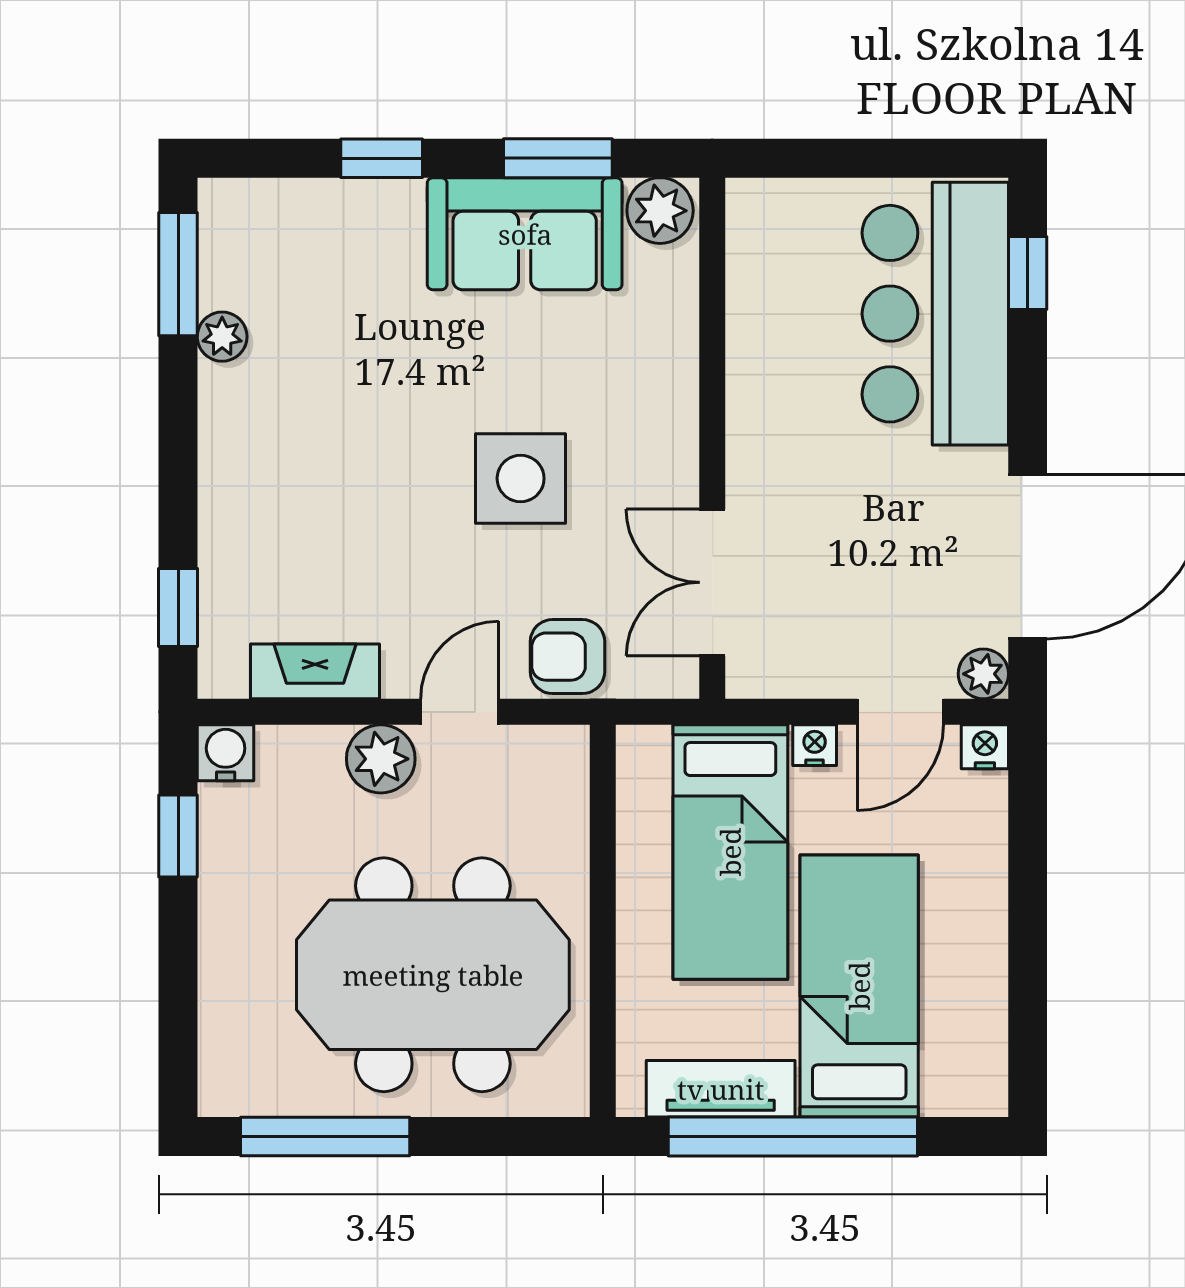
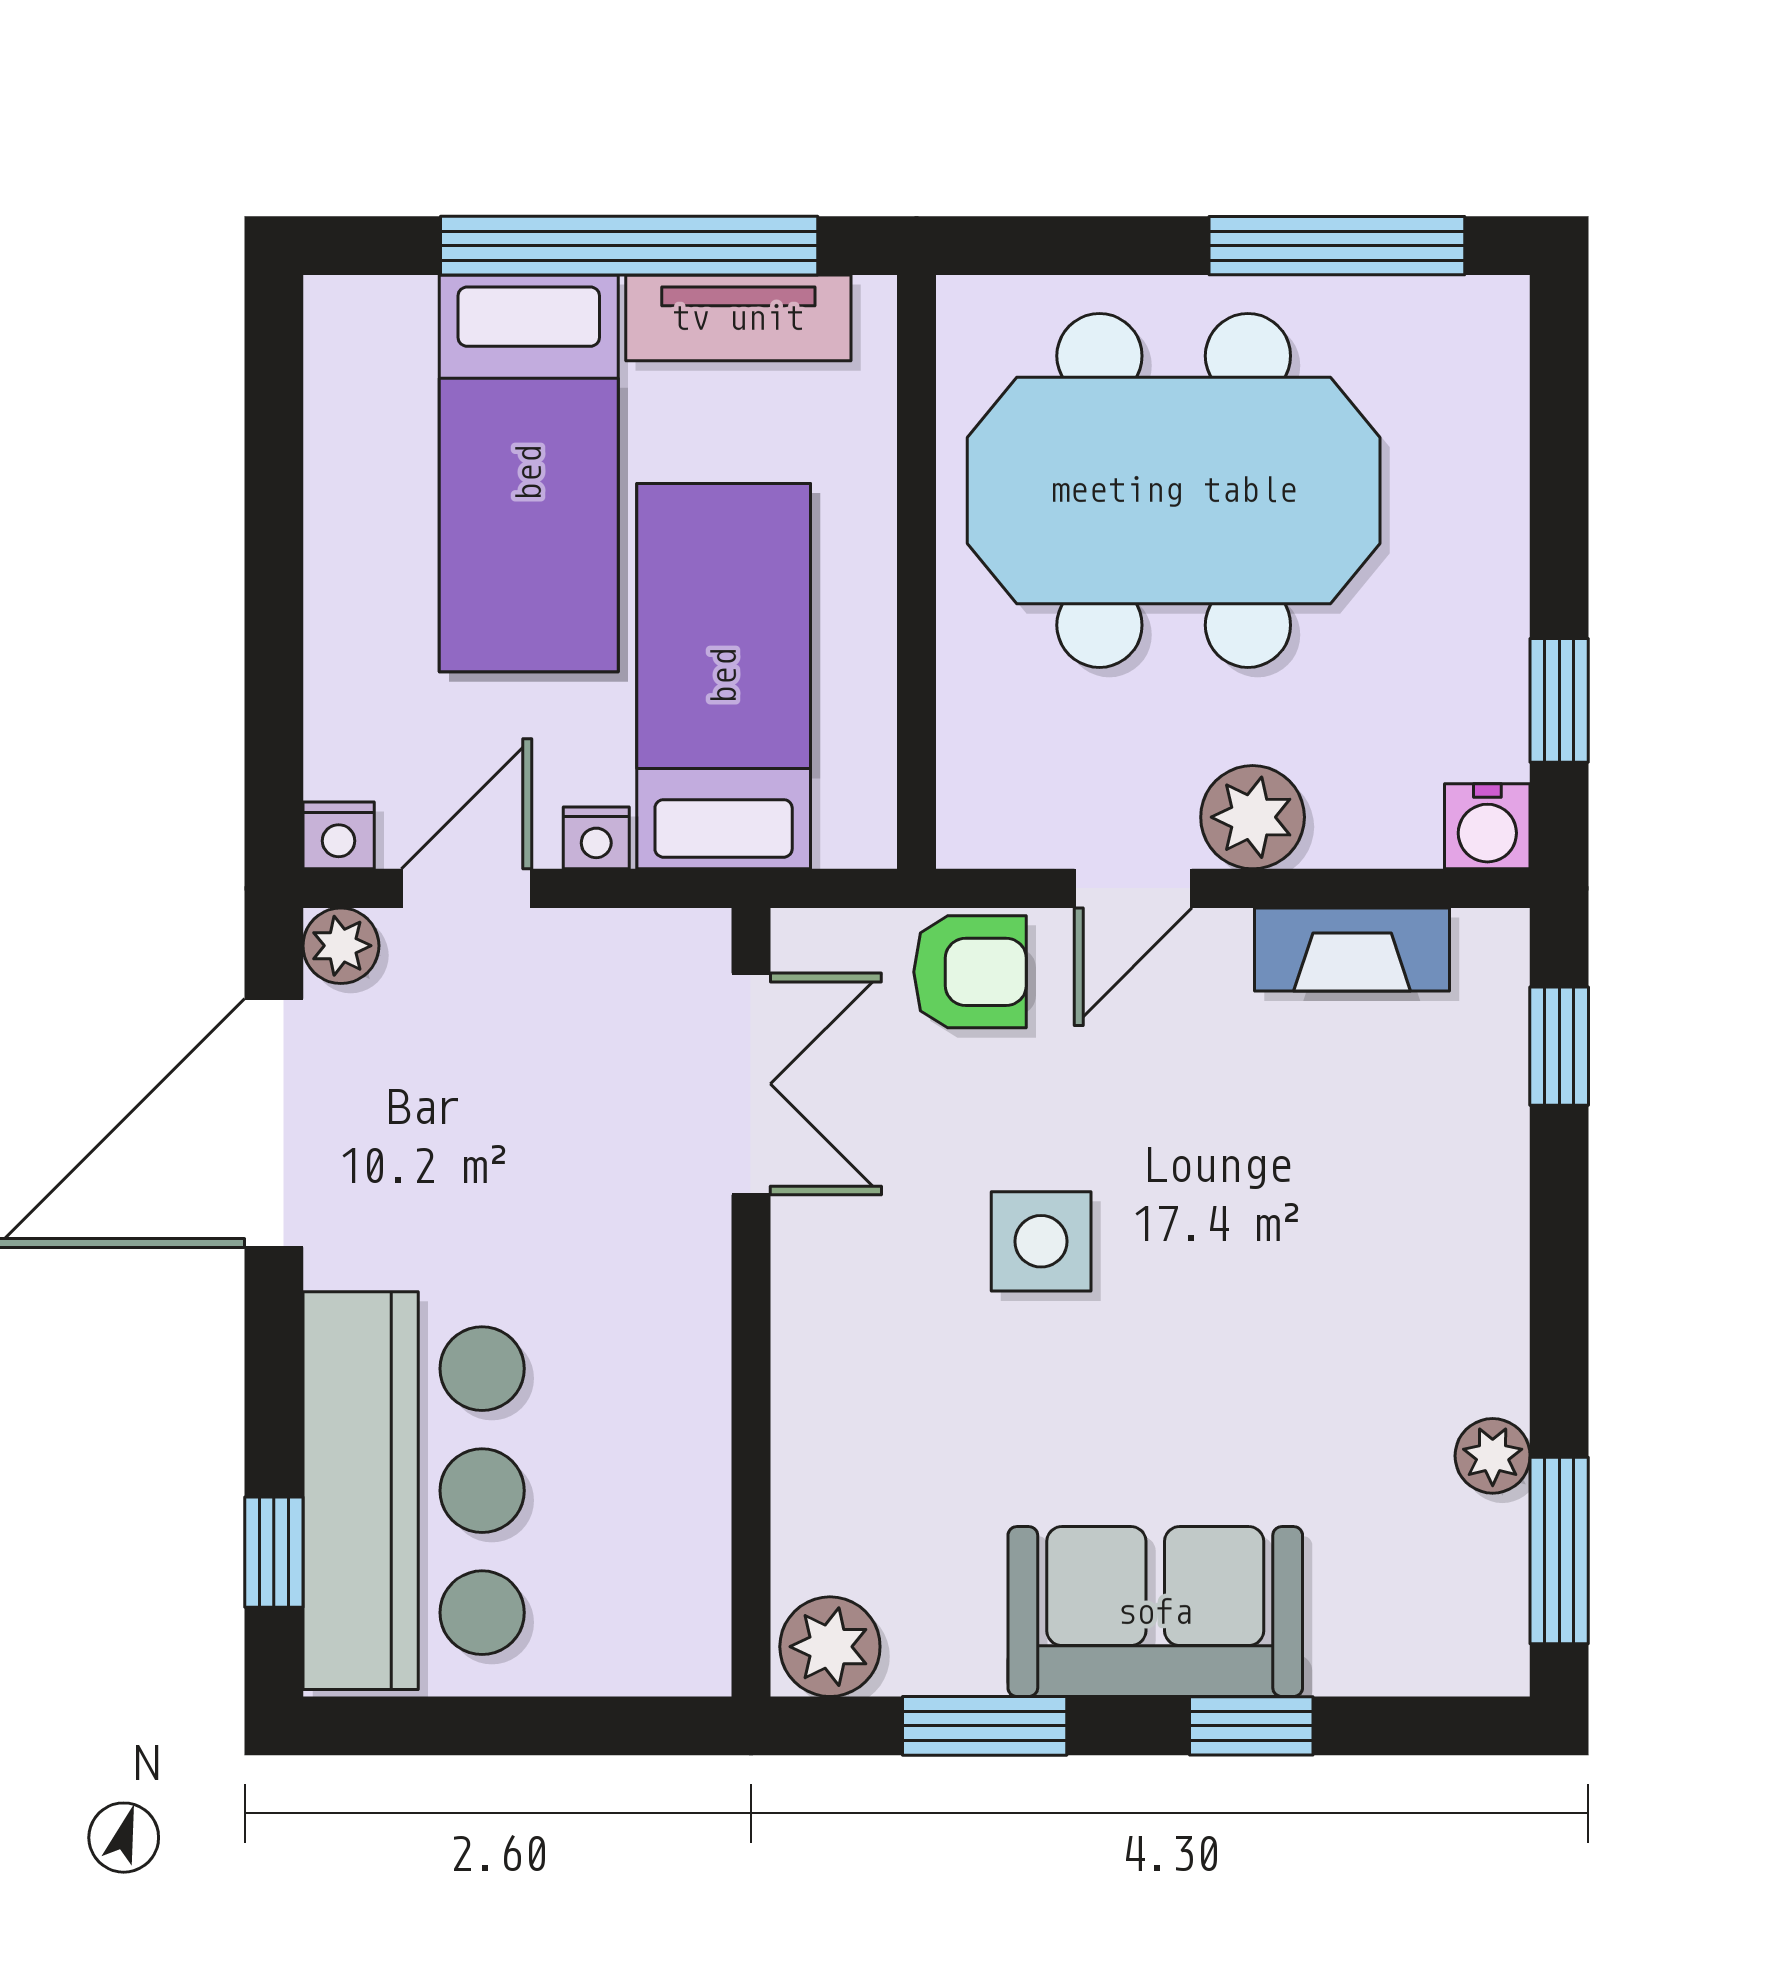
sofa: (525, 234) -> (1155, 1612), moved
side table: (521, 478) -> (1041, 1241), width x0.73, depth x0.73

